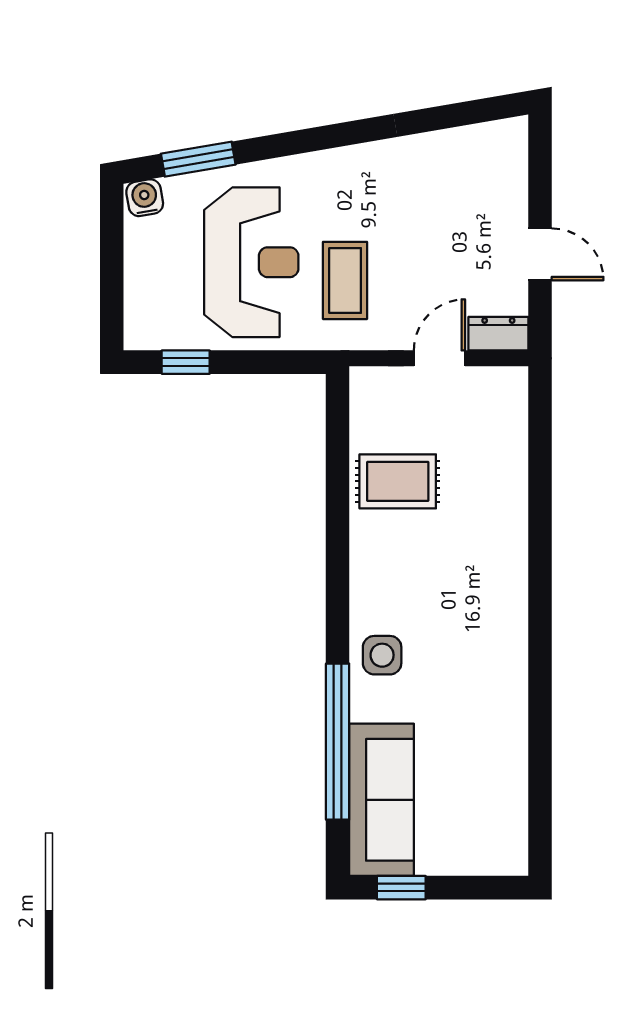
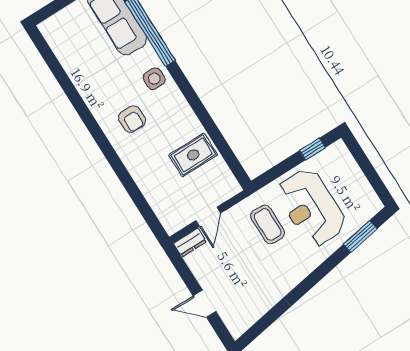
water cooler: (145, 198) -> (372, 206), removed
door: (540, 254) -> (204, 304), moved
armchair: (464, 609) -> (132, 119), added

